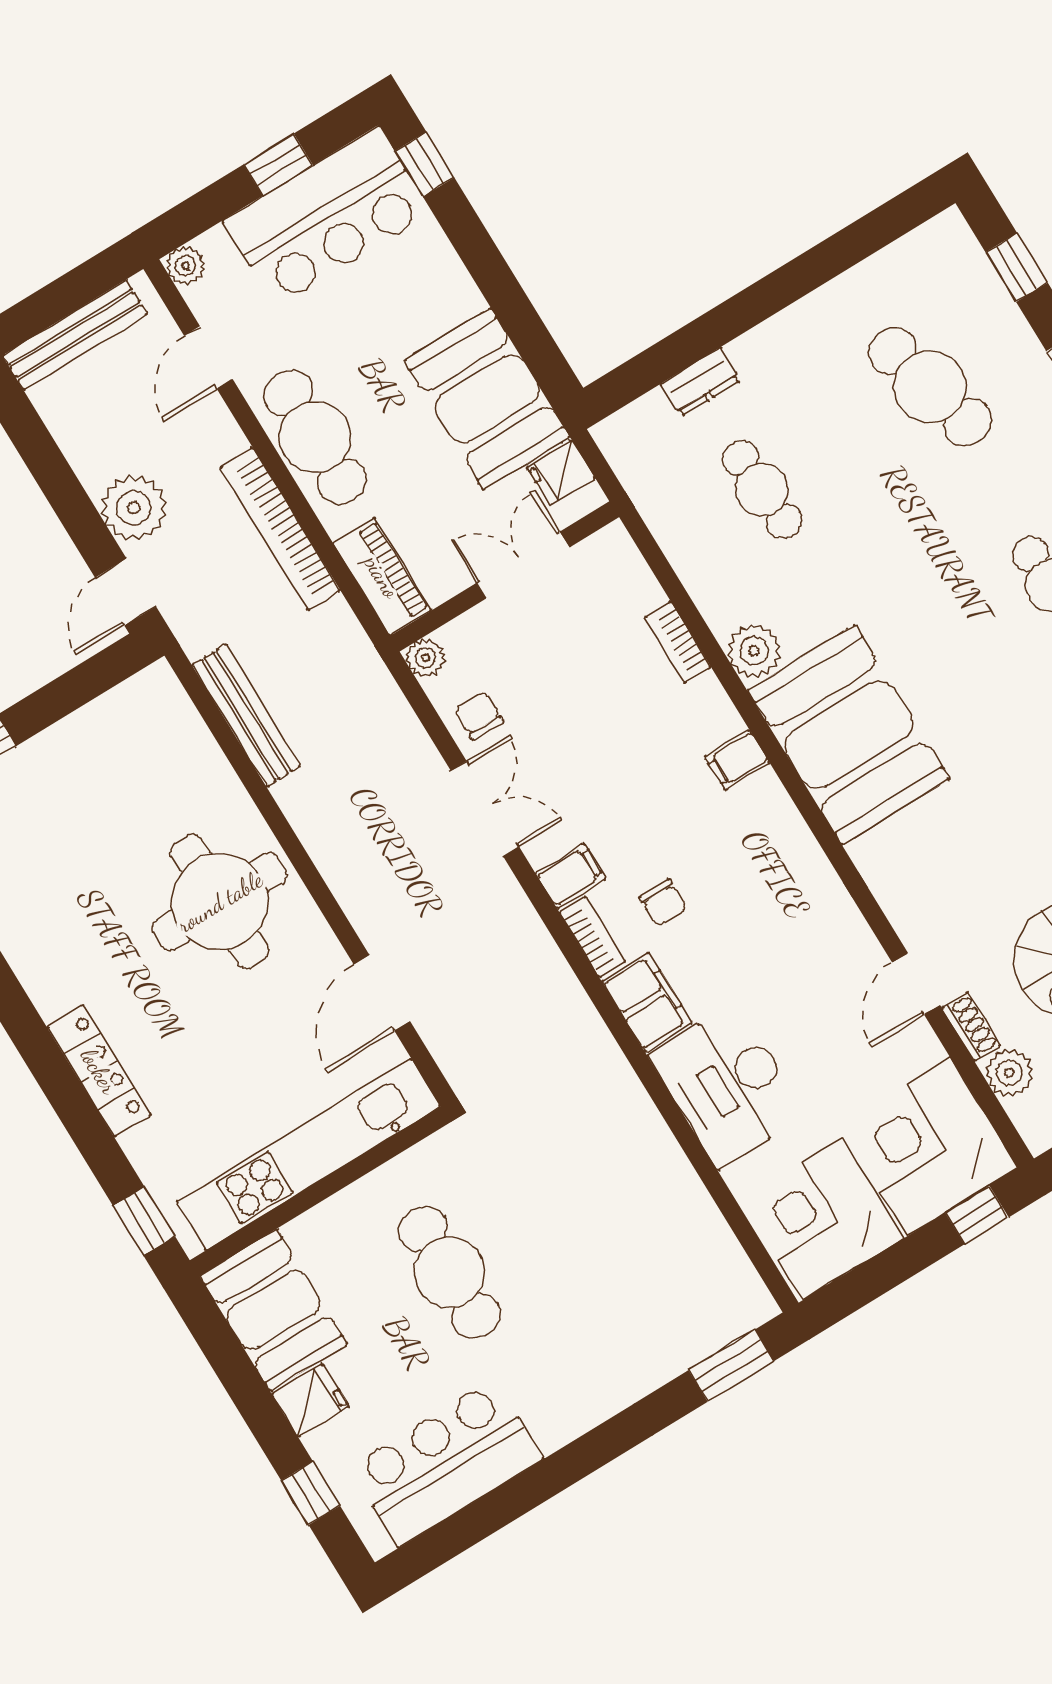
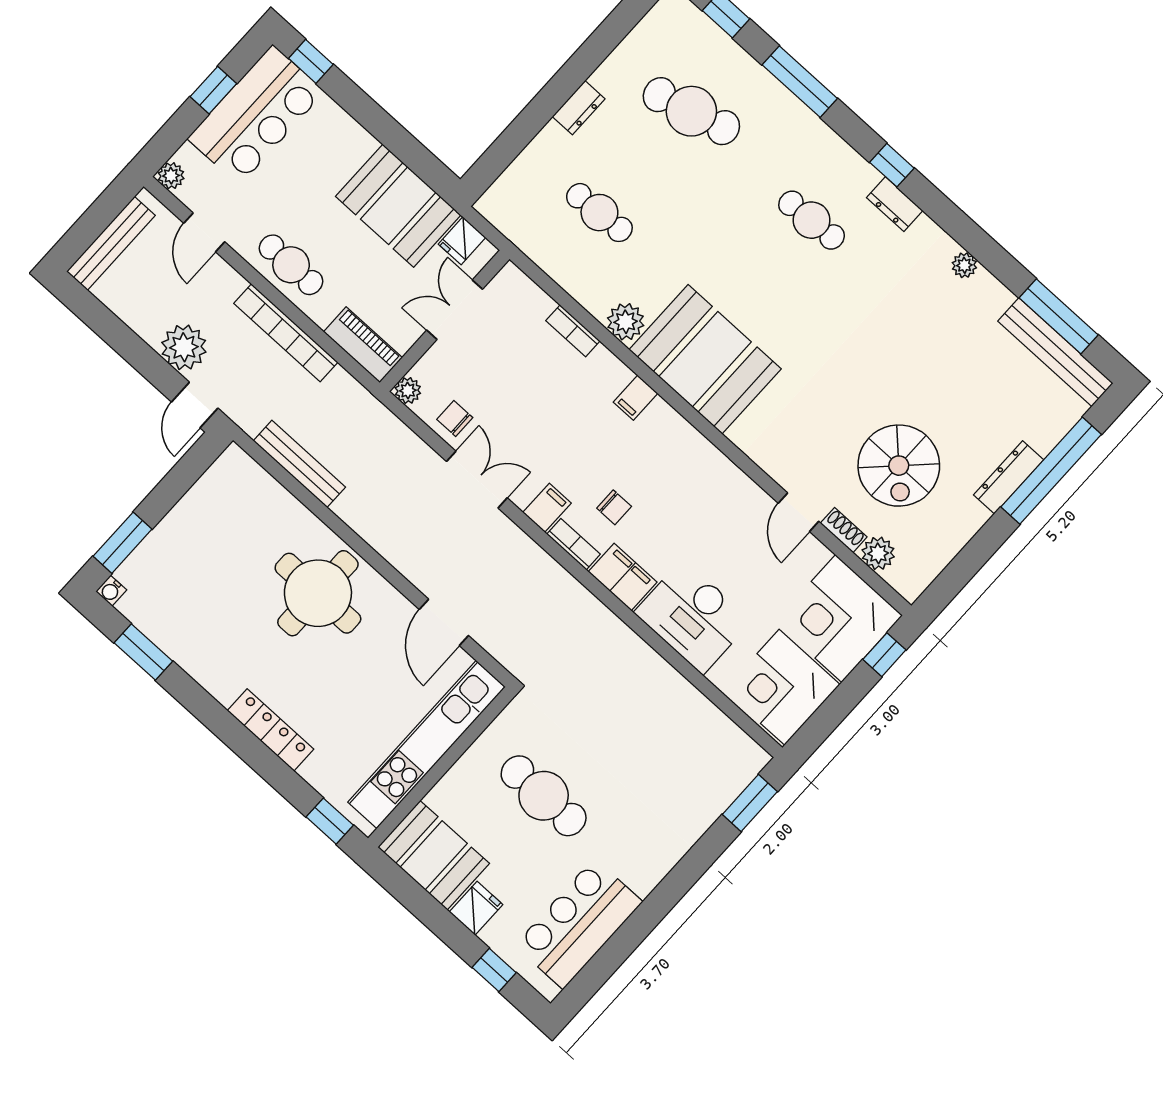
dresser: (701, 382) -> (579, 108), moved
cafe table: (315, 437) -> (291, 265), width x0.73, depth x0.74

